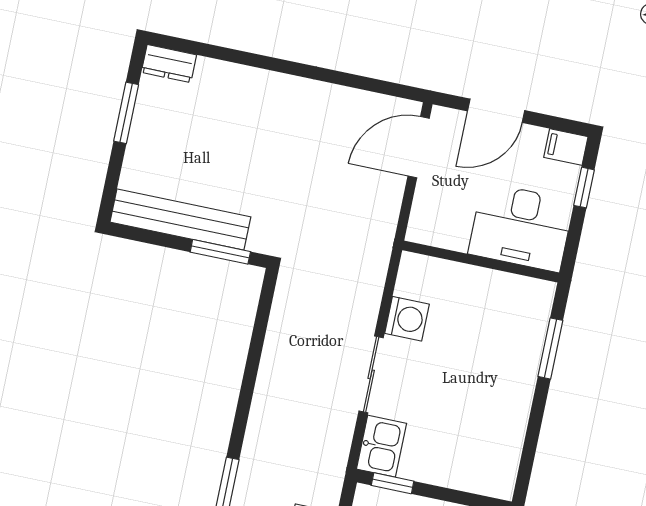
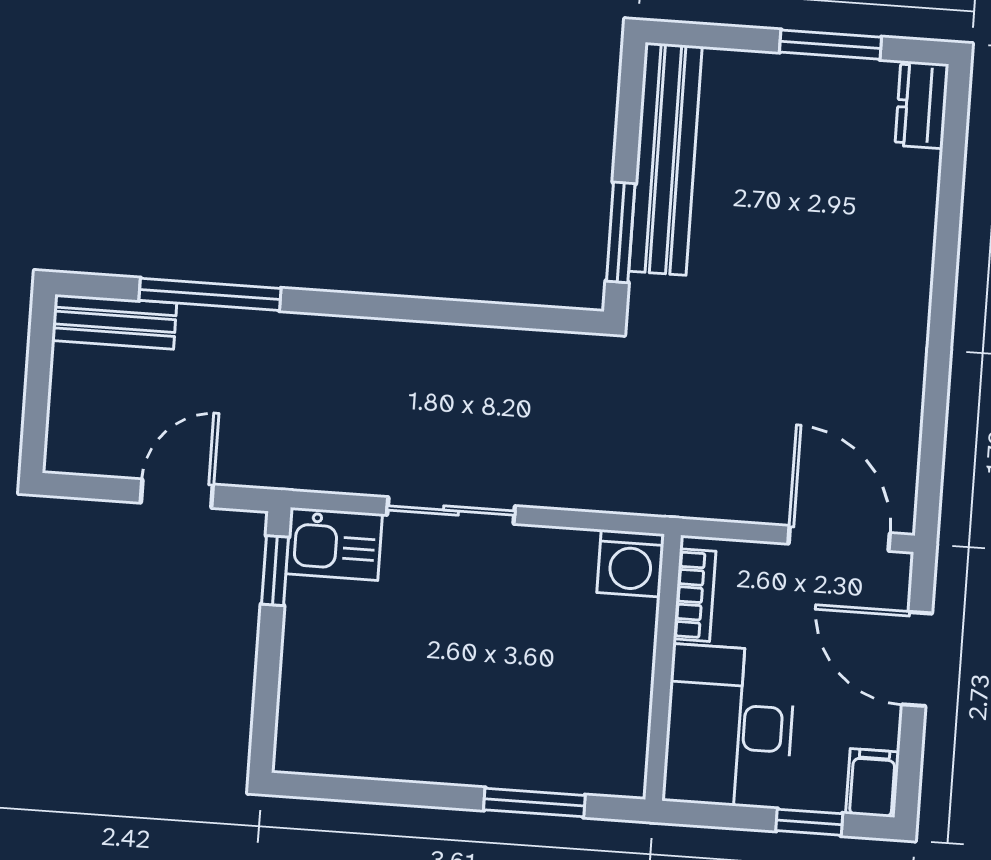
bookcase: (441, 237) -> (695, 595), added
washing machine: (407, 319) -> (631, 563), moved

